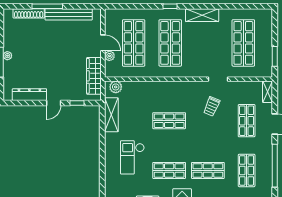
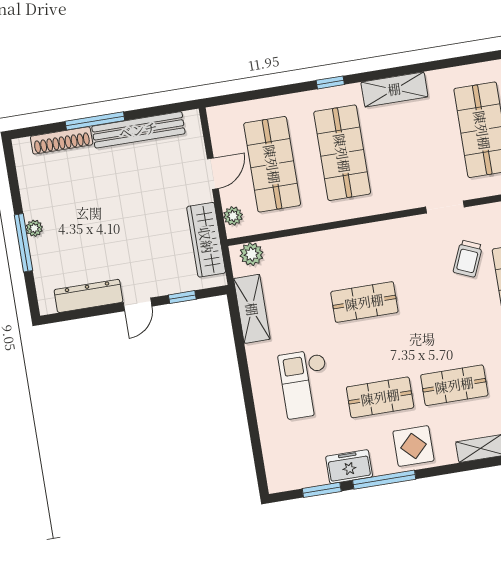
door: (103, 43) -> (213, 174), hinge flipped
plant: (109, 56) -> (233, 216), moved
trolley: (212, 106) -> (468, 259), moved

